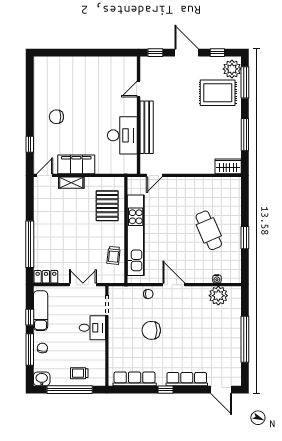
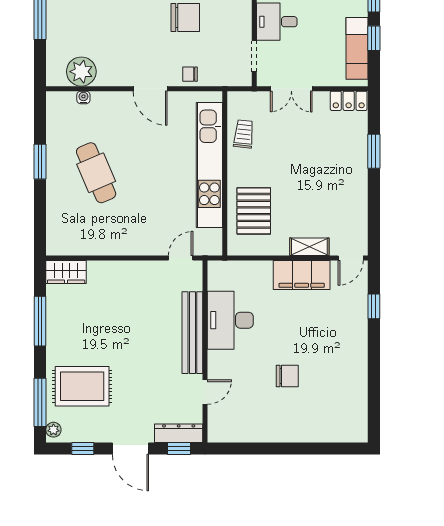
dresser: (156, 62) -> (179, 433), added
plant: (232, 69) -> (53, 430), width x0.53, depth x0.53
chair: (56, 117) -> (287, 376), moved
window: (30, 244) -> (374, 151), width x0.47

